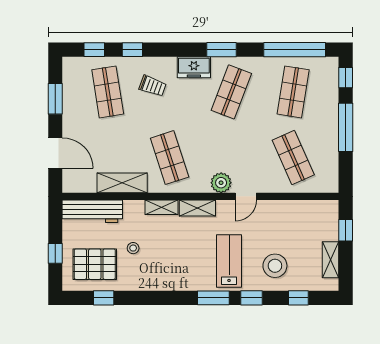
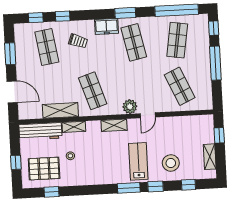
shop shelf: (231, 92) -> (134, 42), turned -33
shelving: (162, 207) -> (74, 127), moved

